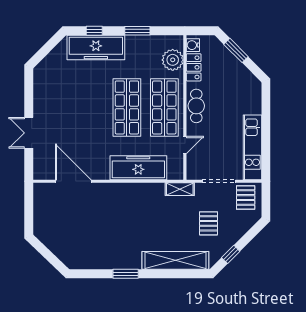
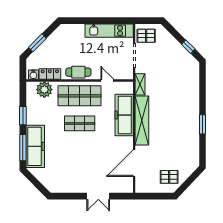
window: (94, 31) -> (23, 148), width x2.17
shop shelf: (127, 107) -> (80, 123), width x0.70, depth x0.74
pallet: (208, 223) -> (169, 177), moved
shelving: (175, 260) -> (142, 121), moved

